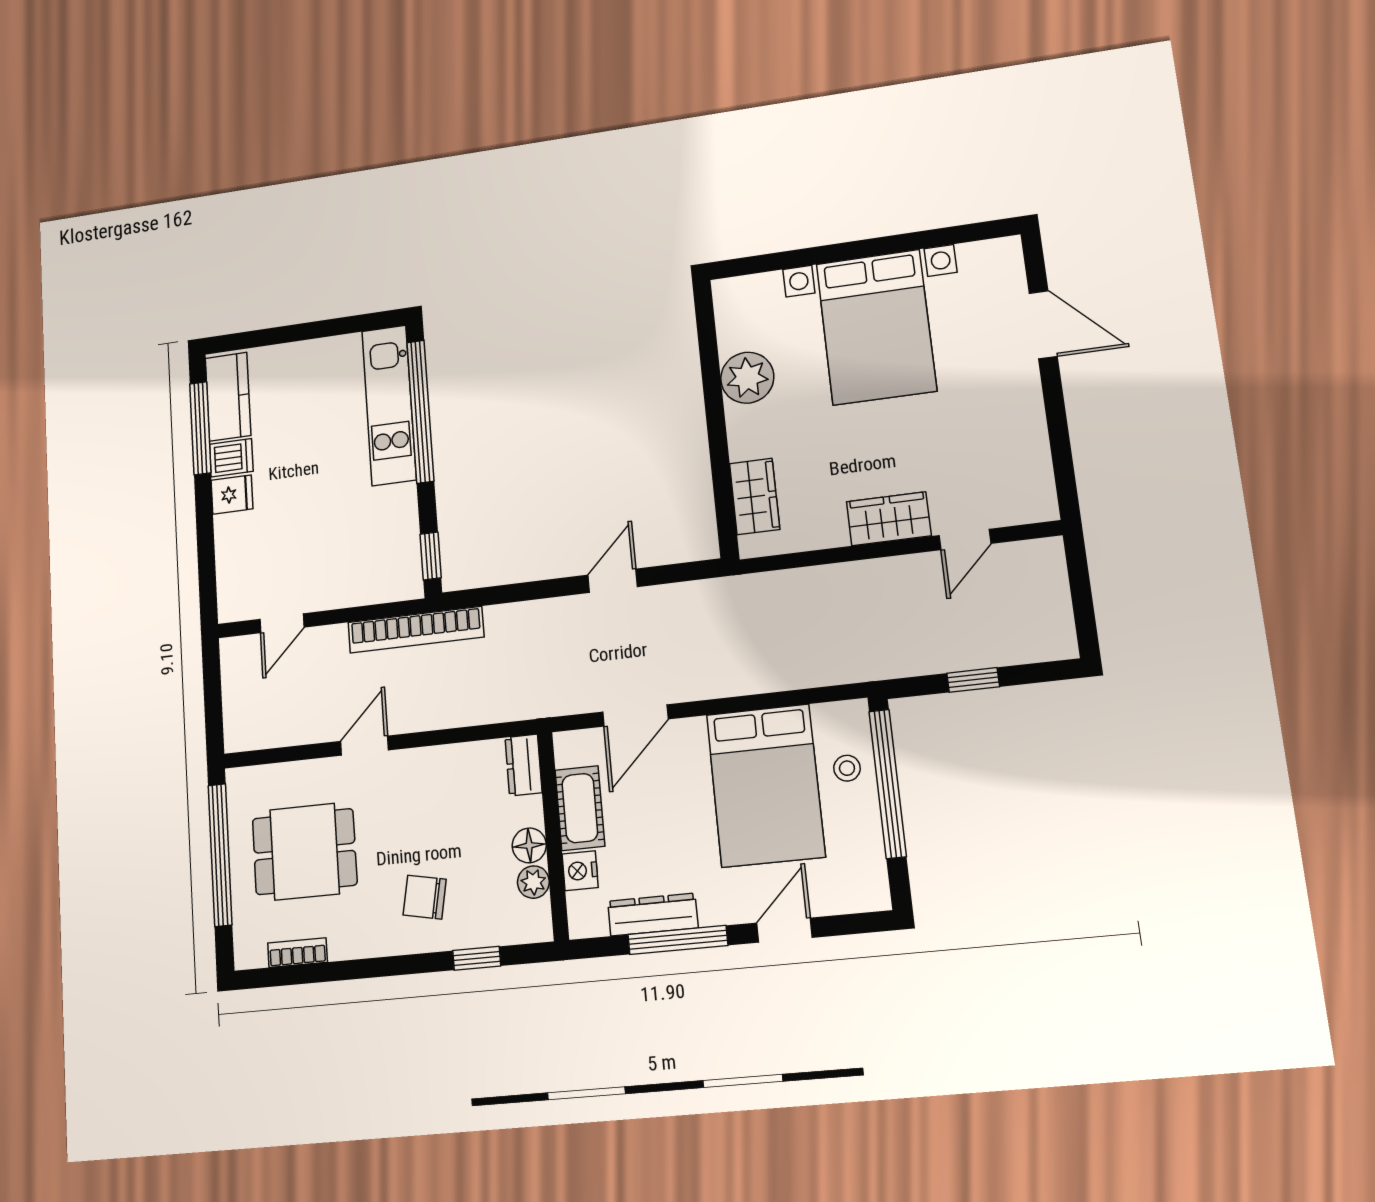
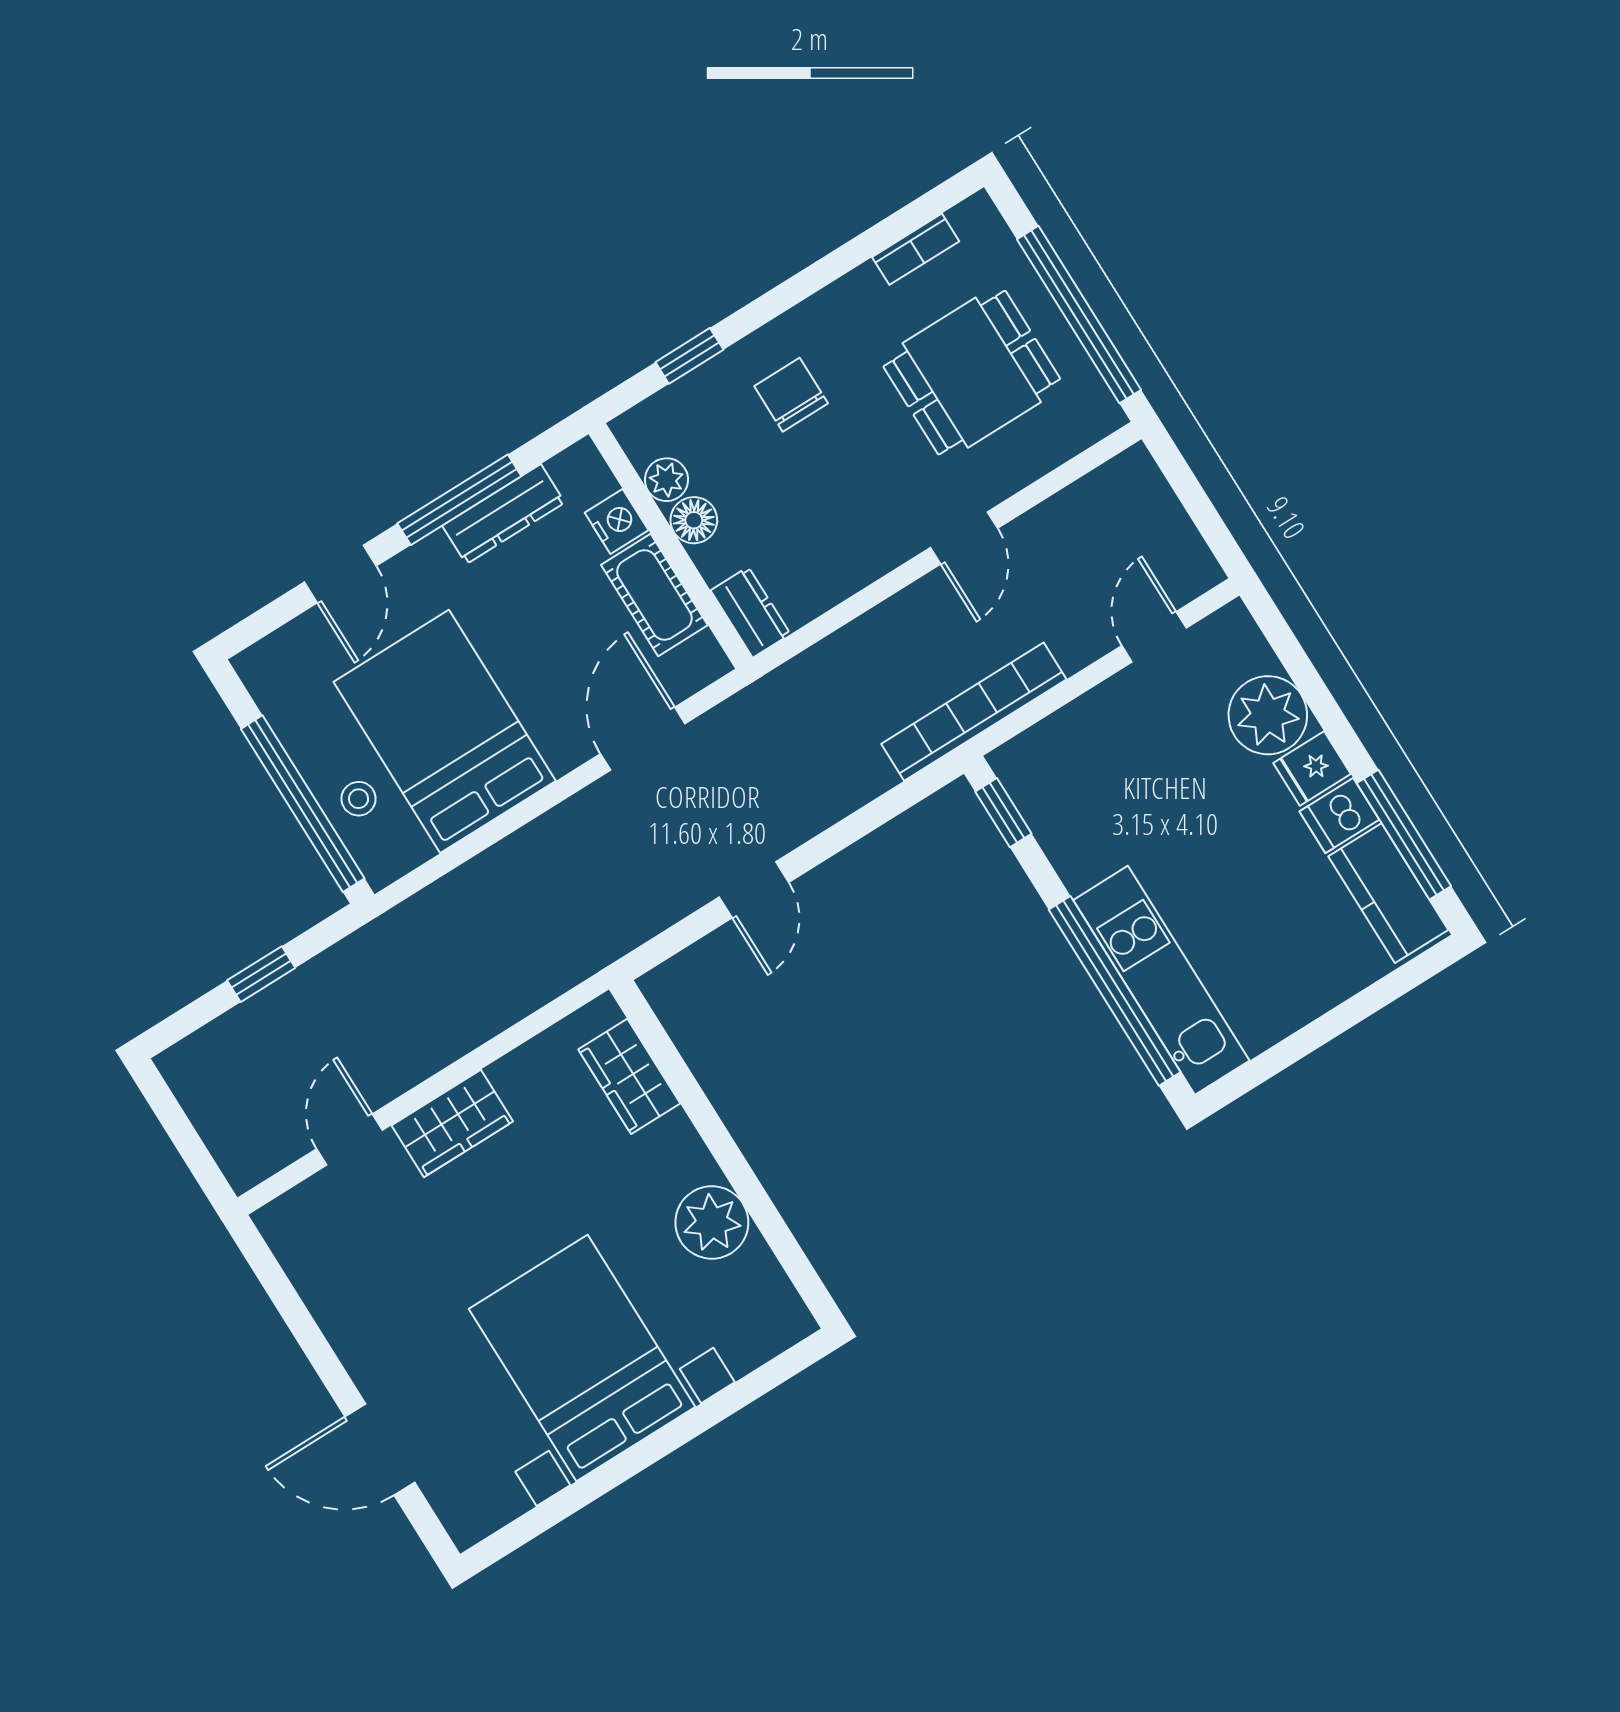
plant: (240, 540) -> (1268, 715), added
chair: (425, 897) -> (791, 395), turned -101

